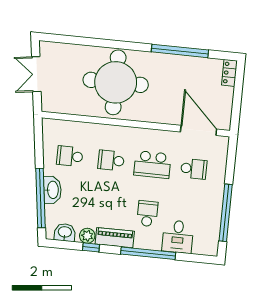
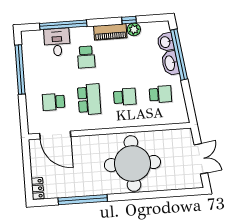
school desk: (152, 165) -> (89, 99), turned 90
washbasin: (65, 232) -> (166, 42), moved, turned 82
window: (148, 253) -> (63, 25), moved

